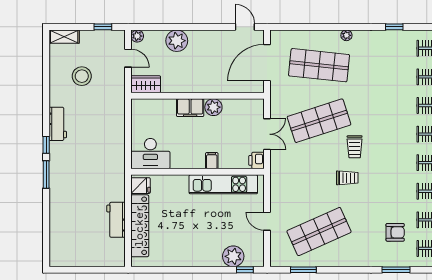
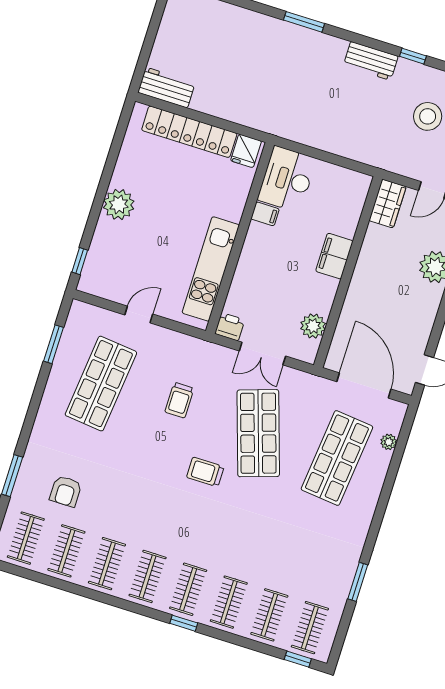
window: (394, 27) -> (358, 582), width x1.50
plant: (346, 35) -> (389, 442), moved
plant: (213, 107) -> (313, 326), moved
window: (46, 145) -> (413, 56), moved
filing cabinet: (212, 161) -> (265, 214), moved
trolley: (347, 178) -> (179, 400), moved
workbench: (116, 220) -> (166, 88), moved
shop shelf: (319, 232) -> (101, 384), turned 30
plant: (233, 256) -> (119, 204), moved

